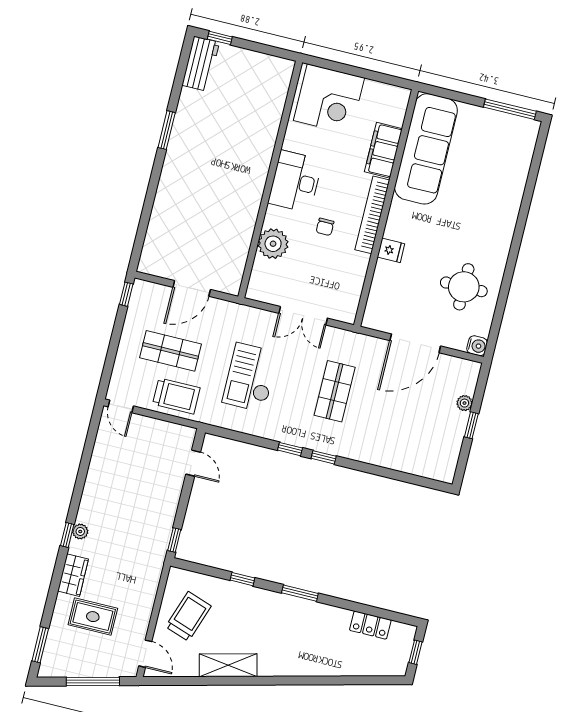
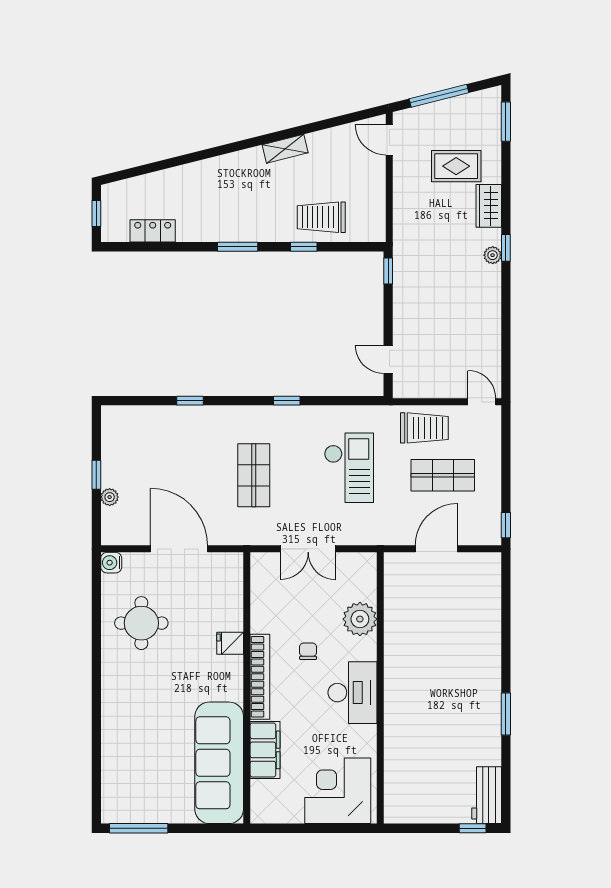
double door: (303, 316) -> (308, 549), swing flipped
door: (415, 343) -> (179, 549), hinge flipped
trolley: (176, 396) -> (424, 428), turned 180
window: (324, 457) -> (190, 401), moved
trolley: (188, 616) -> (321, 217), moved, turned 71
shelving: (228, 665) -> (285, 149), width x0.67, depth x0.75

